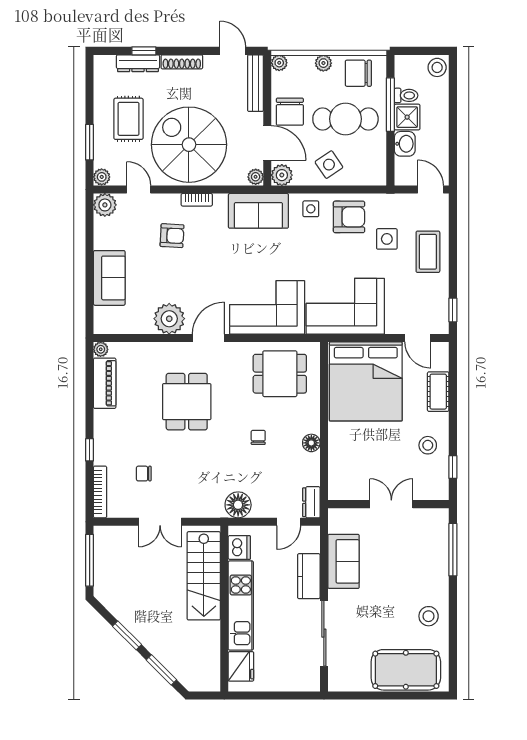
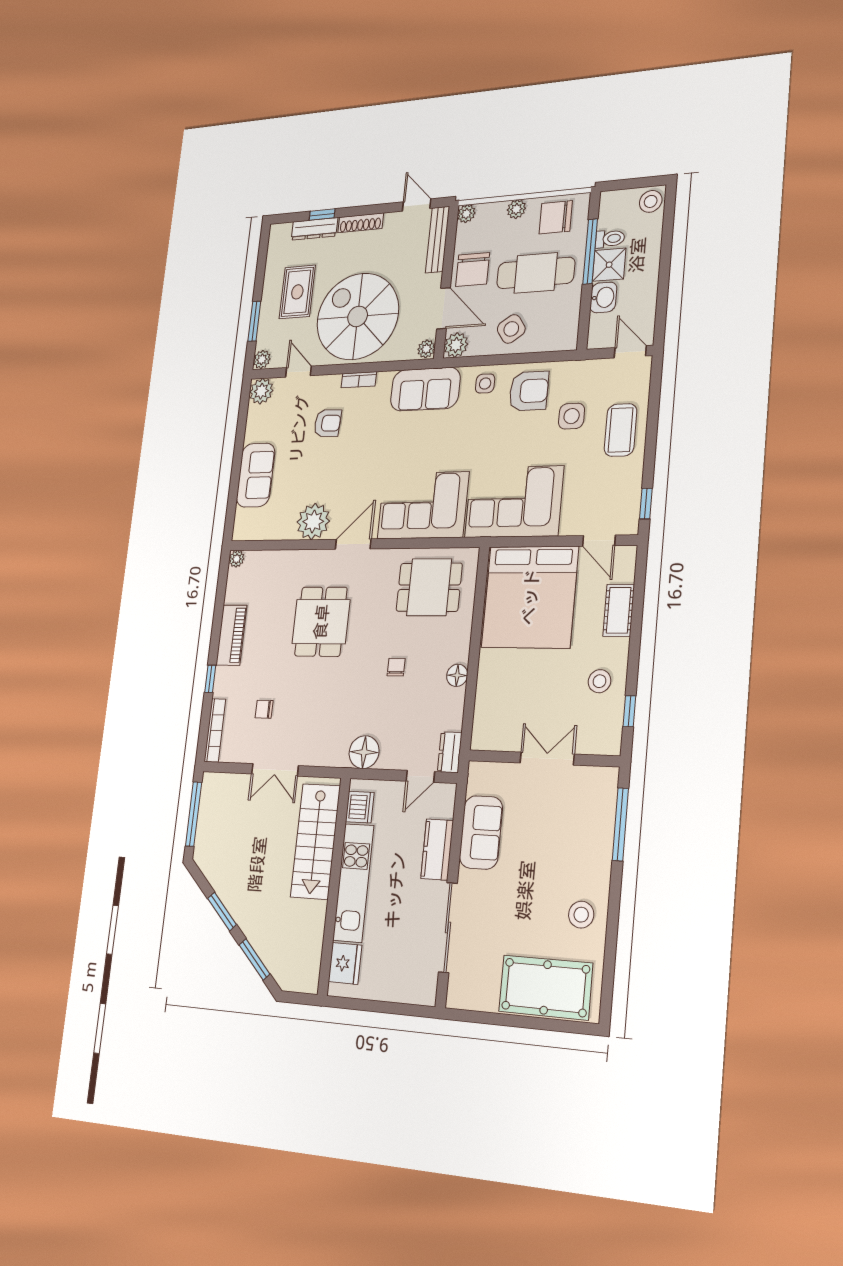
piano: (105, 383) -> (231, 635), moved

